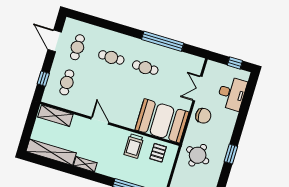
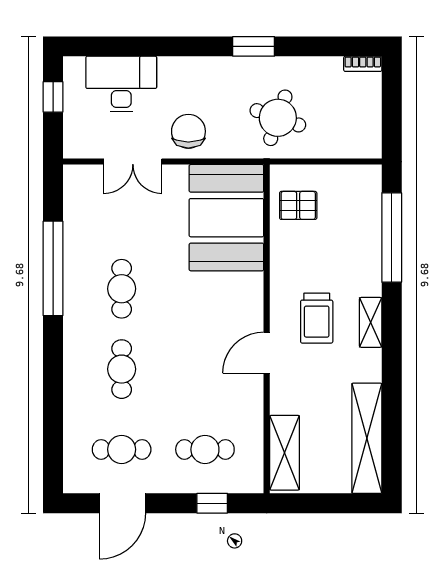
trolley: (134, 146) -> (317, 318), moved, turned 90
shelving: (85, 164) -> (371, 322), moved

